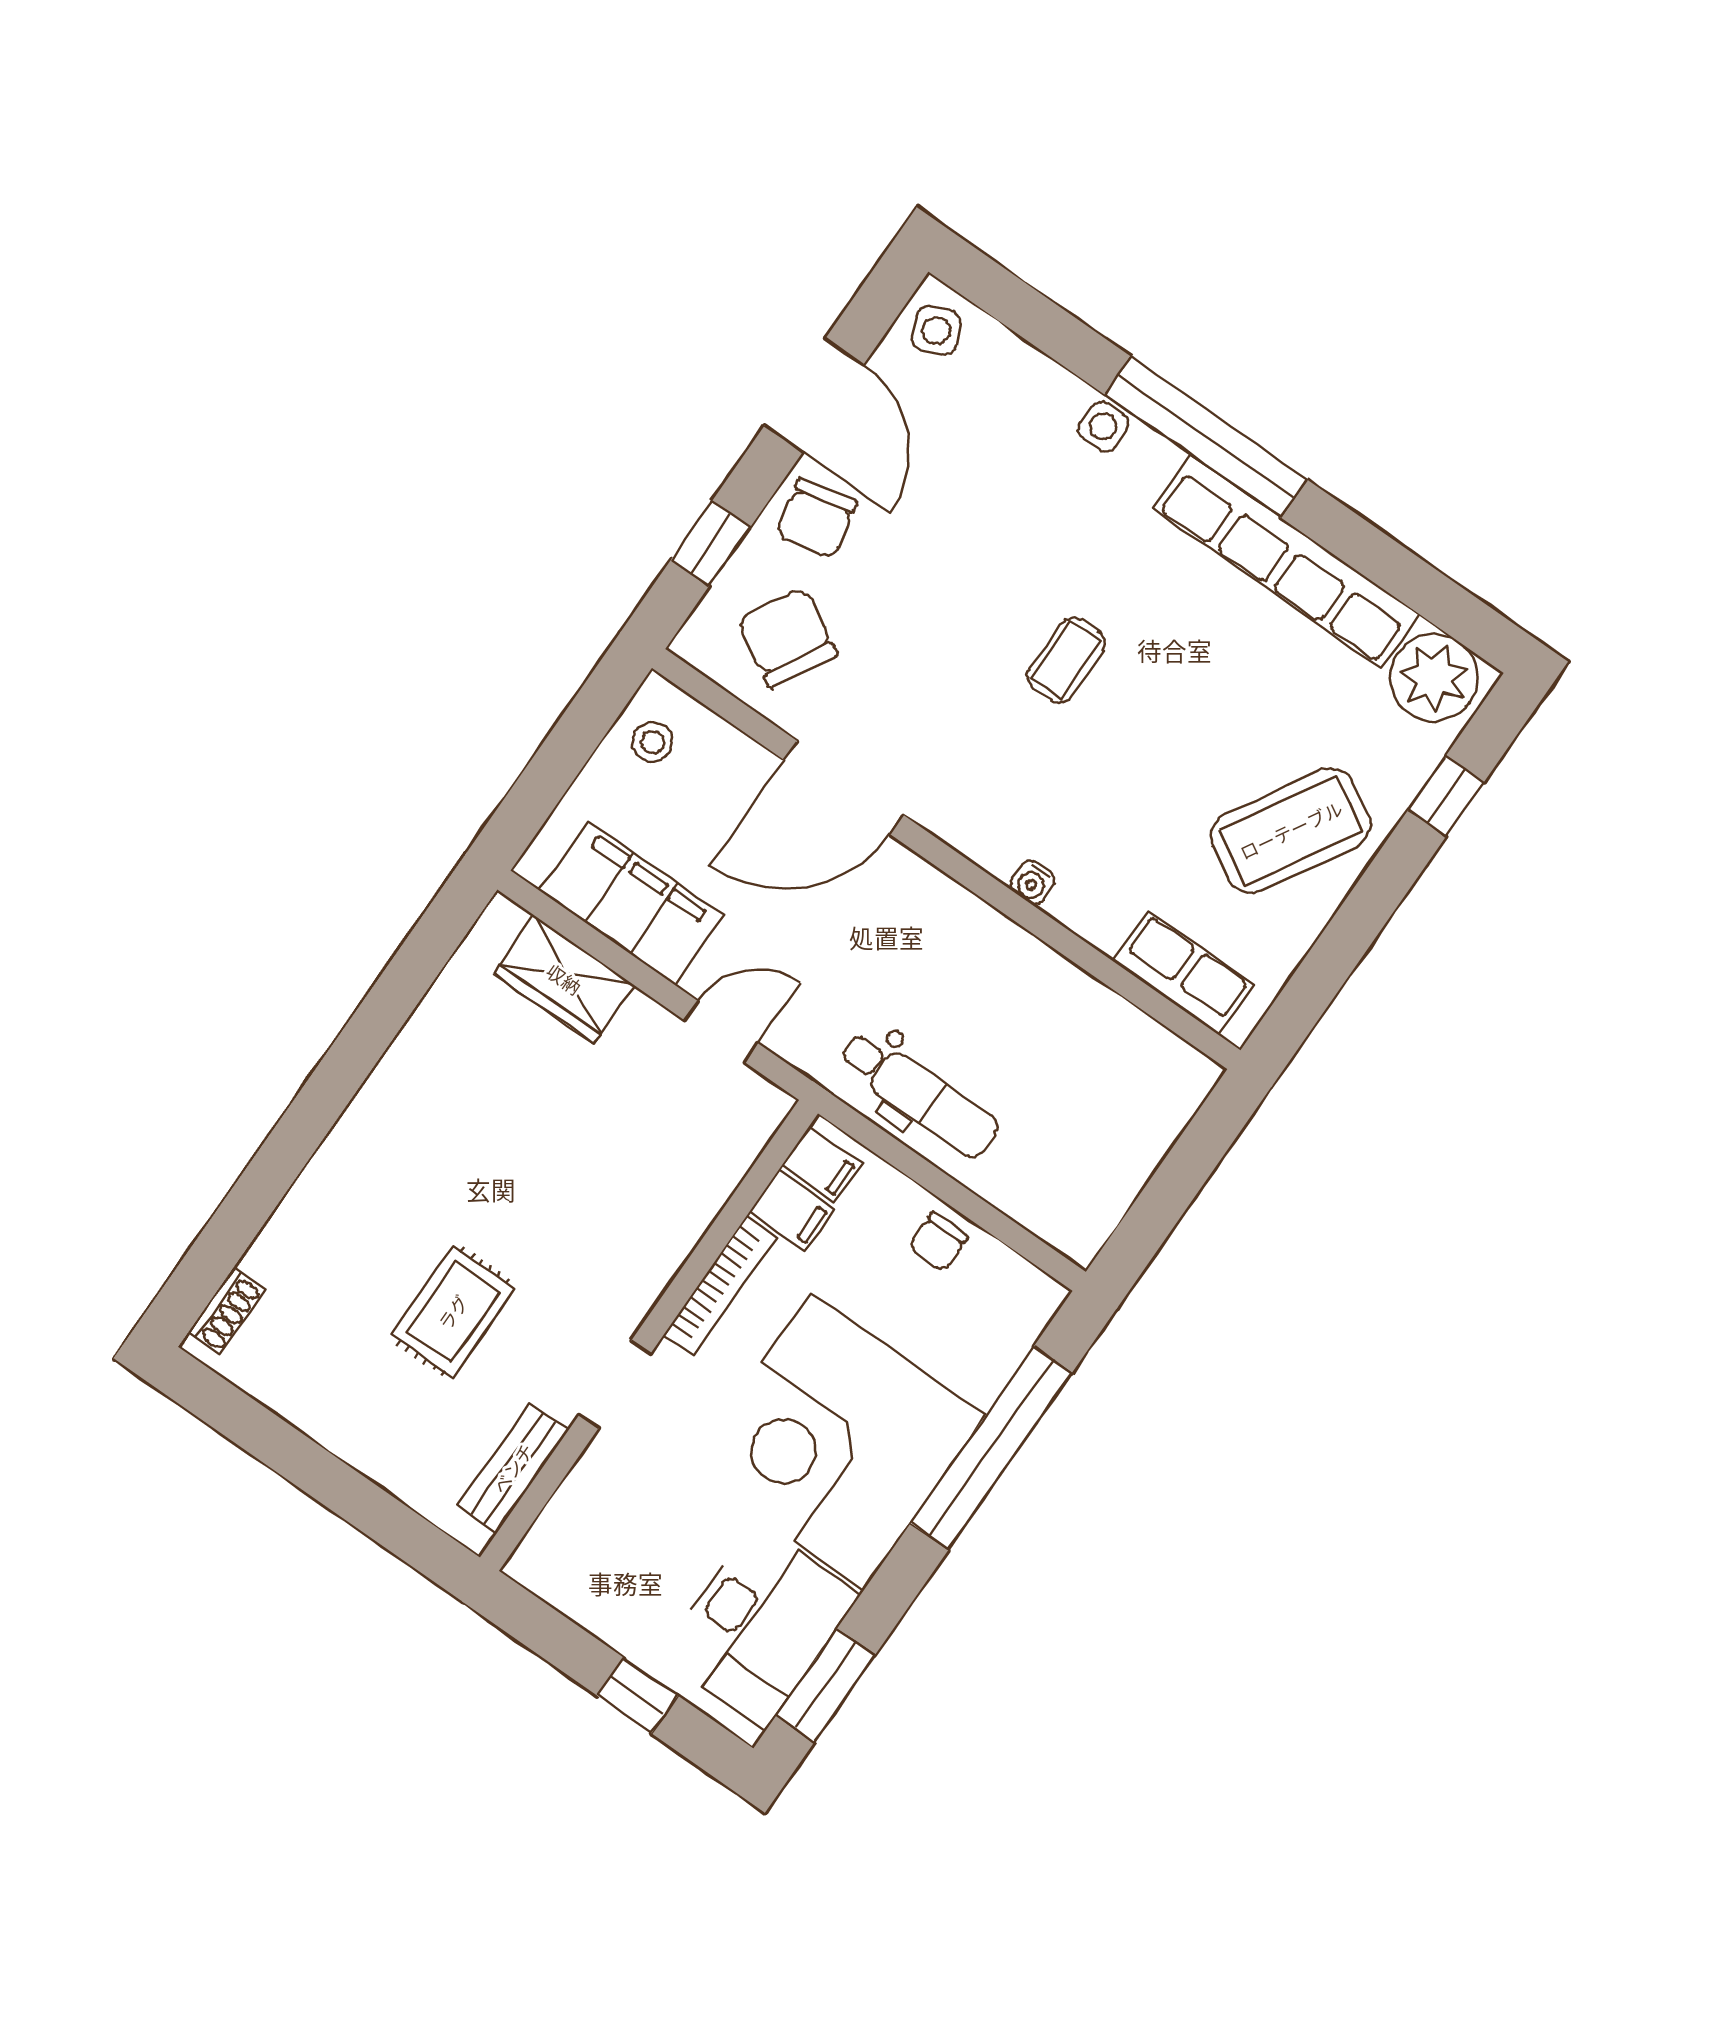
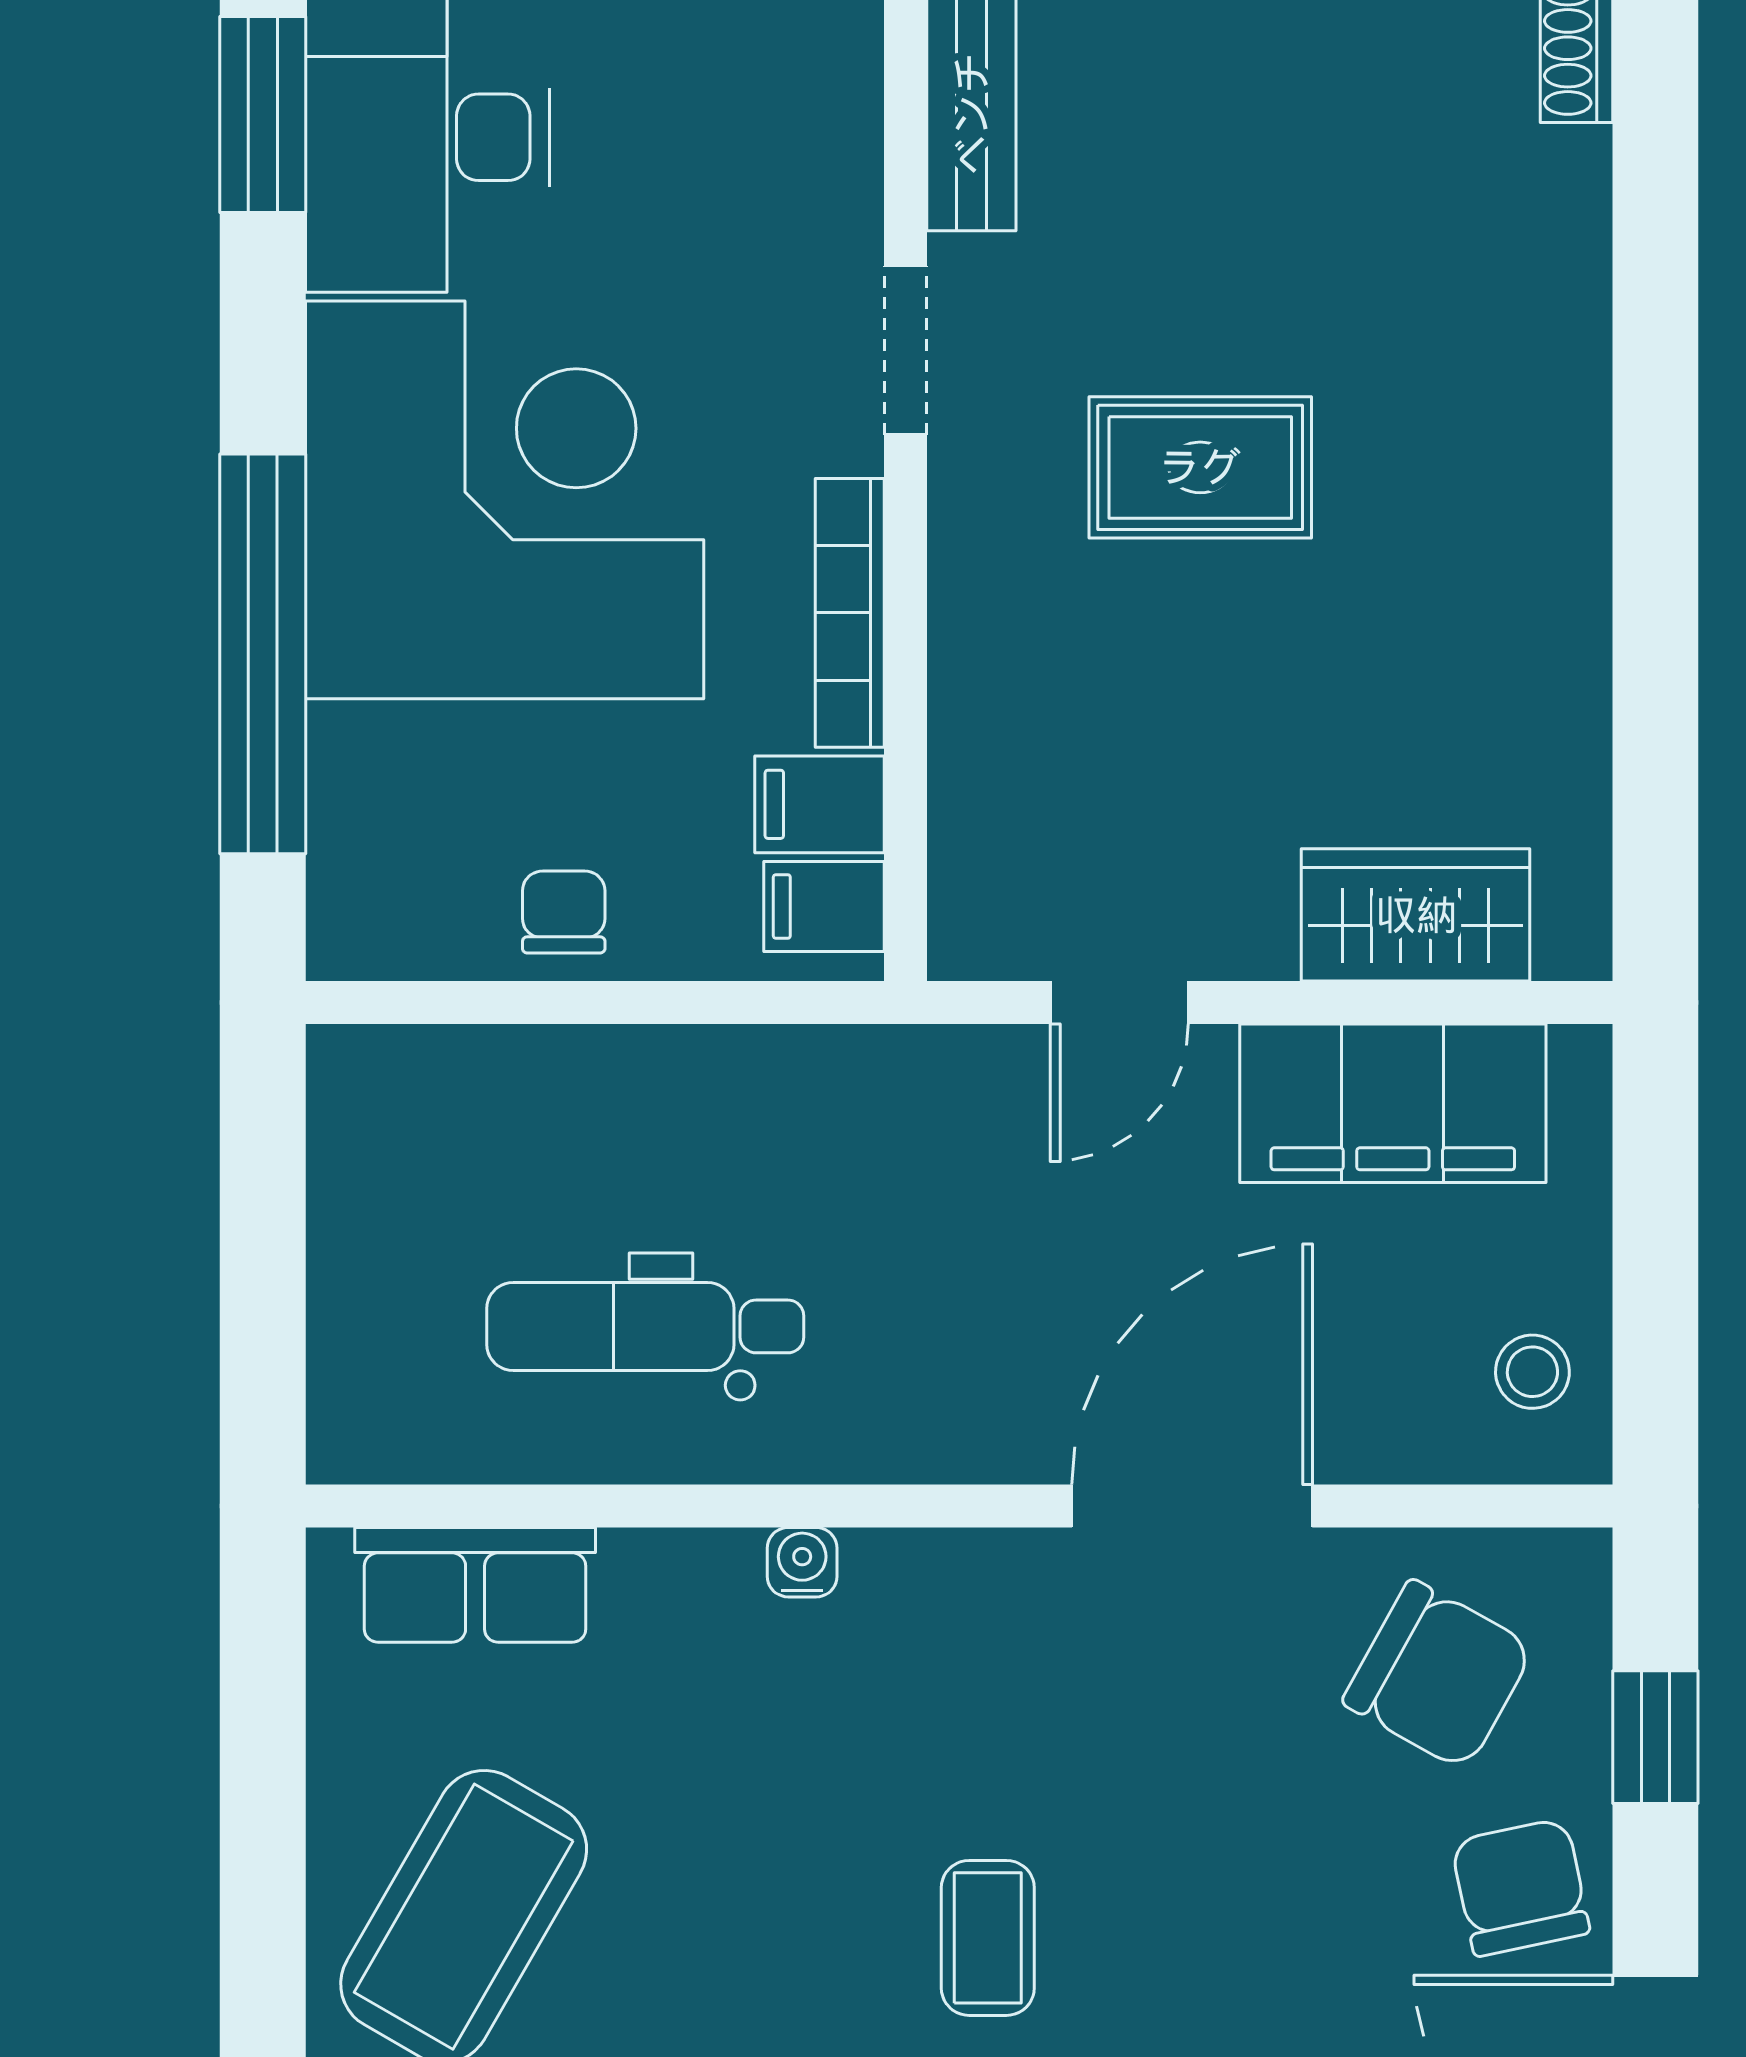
dental chair: (919, 1094) -> (645, 1326), moved
rug: (453, 1312) -> (1200, 467), moved, turned 90

